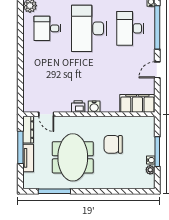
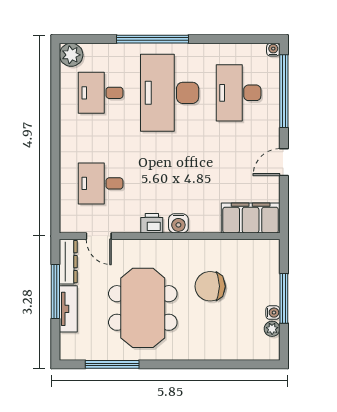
desk: (48, 83) -> (101, 183), added

